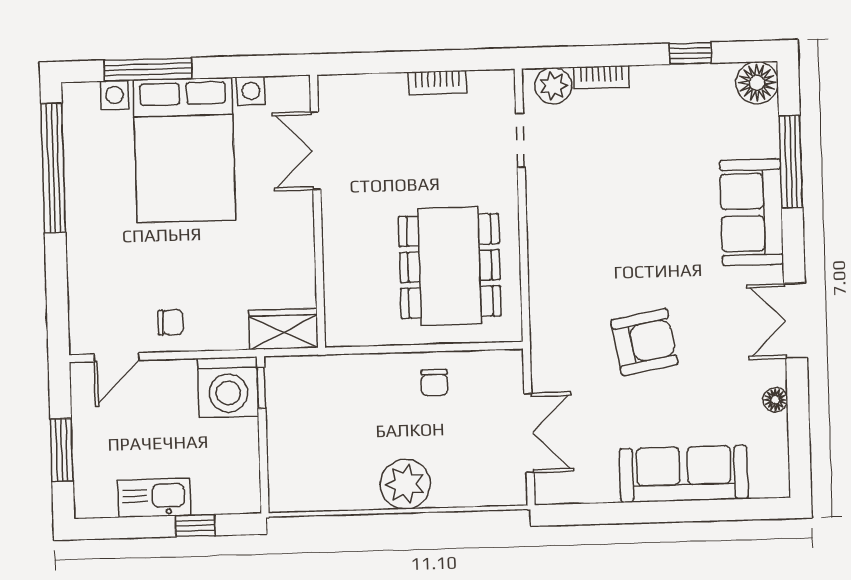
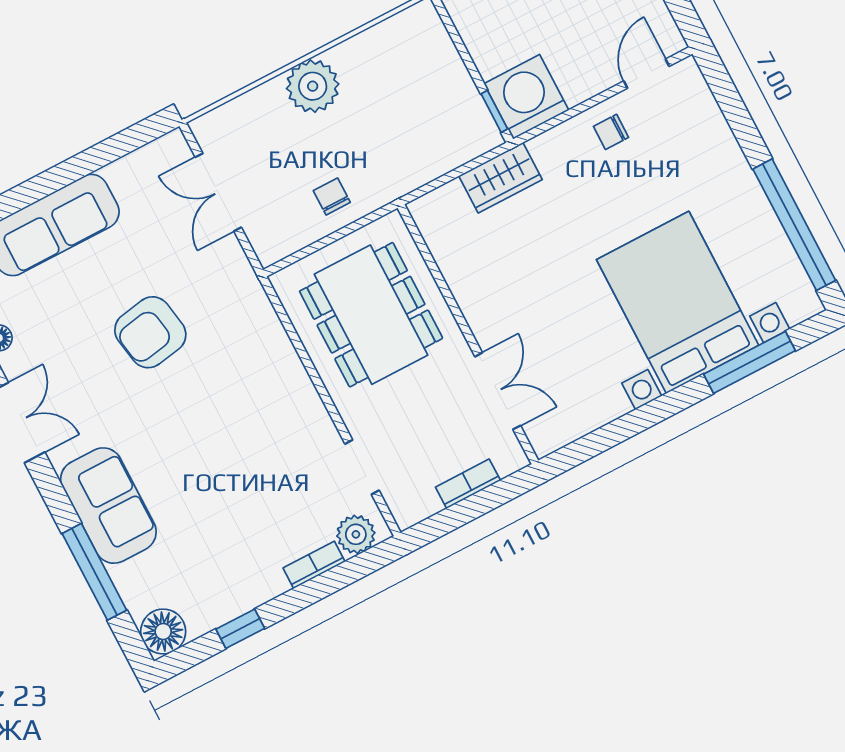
double door: (316, 151) -> (498, 391), moved
wall: (318, 211) -> (468, 334), moved

